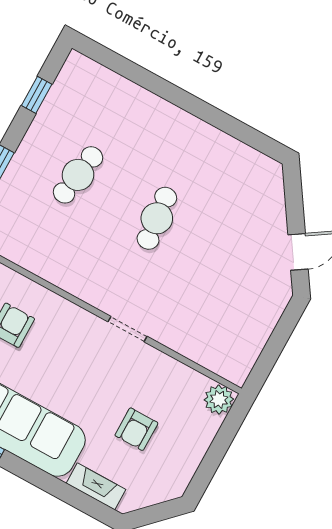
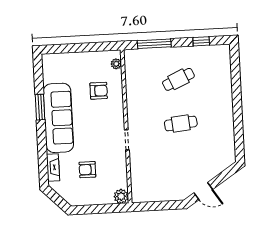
cafe table: (78, 175) -> (178, 79), turned -33

